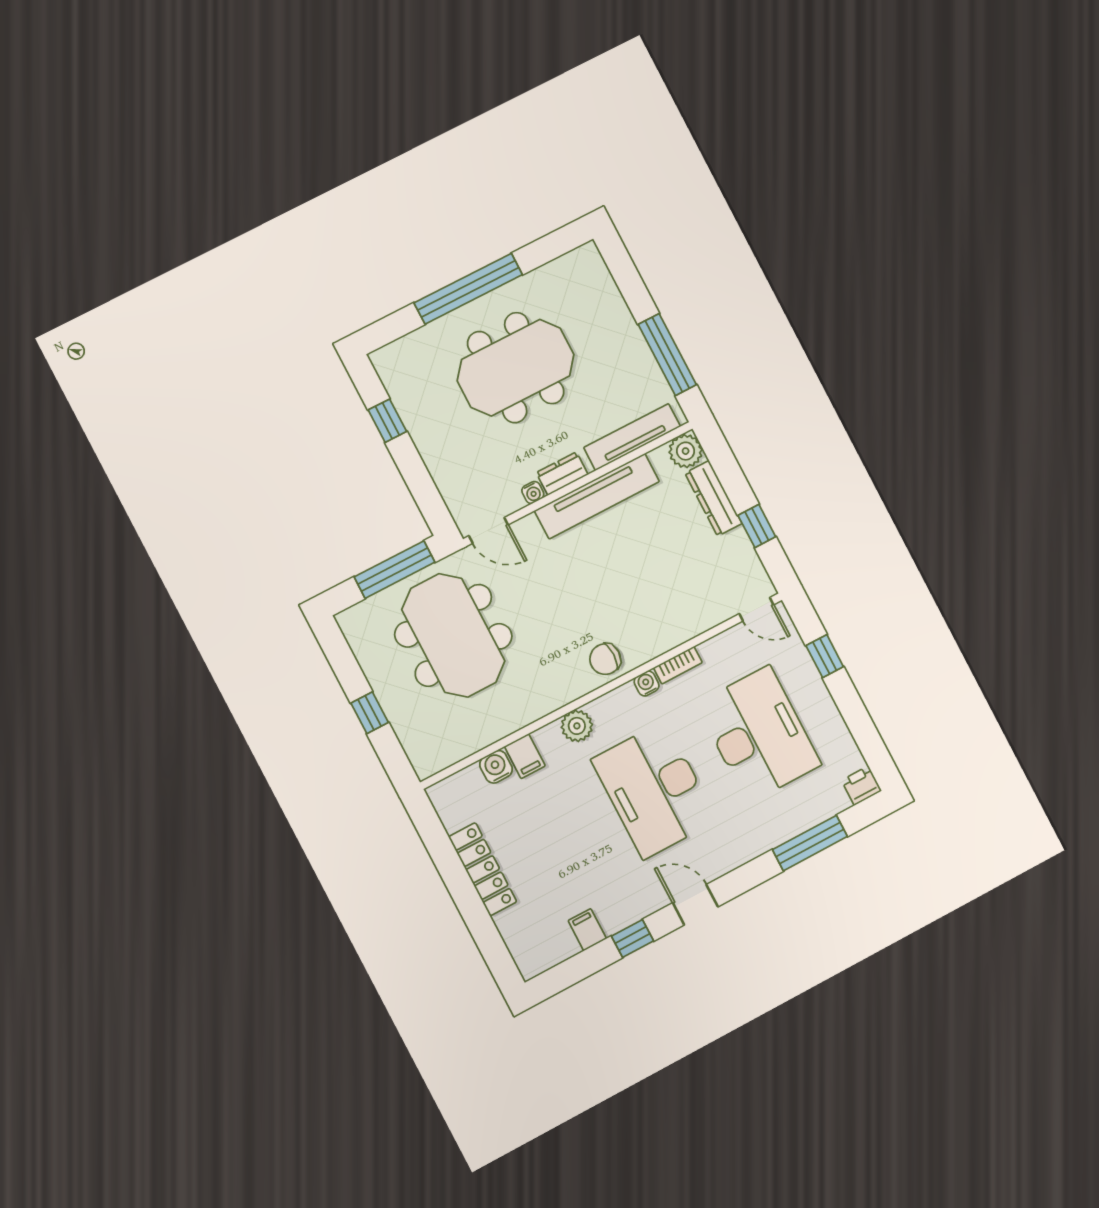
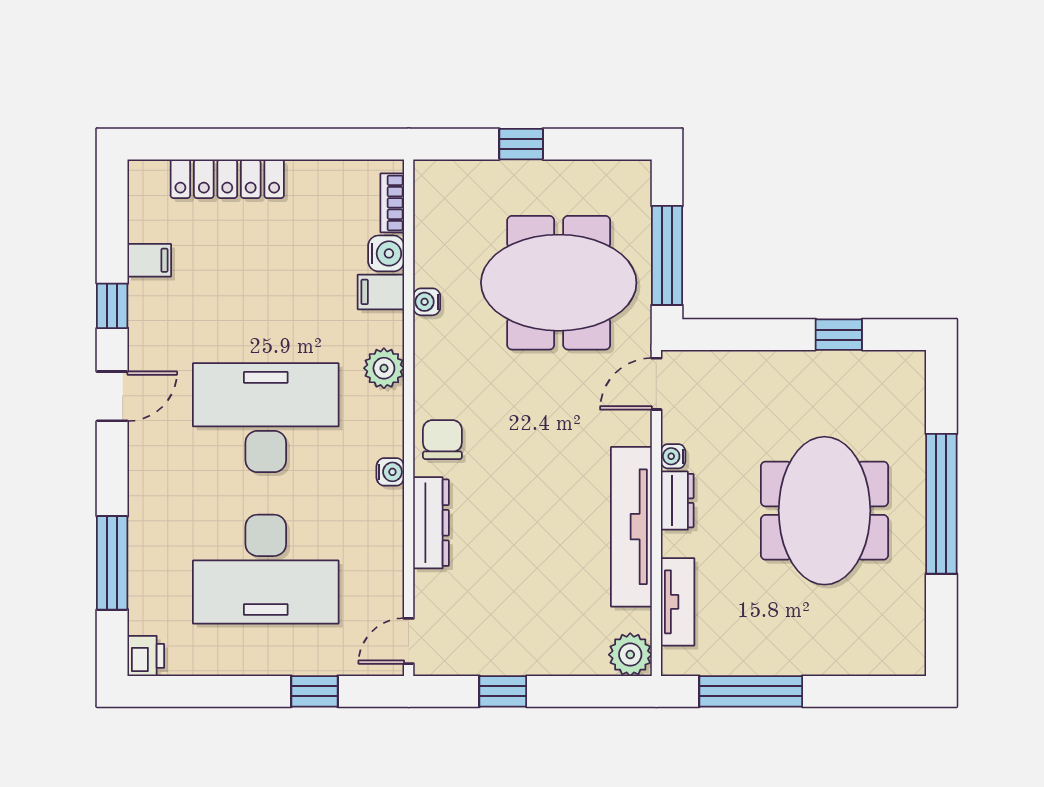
tv unit: (632, 437) -> (678, 602), width x0.71
dresser: (713, 498) -> (431, 523), moved, turned 90
bookcase: (678, 665) -> (392, 203), moved
water cooler: (515, 721) -> (427, 302), added
locker: (483, 869) -> (227, 179), moved

